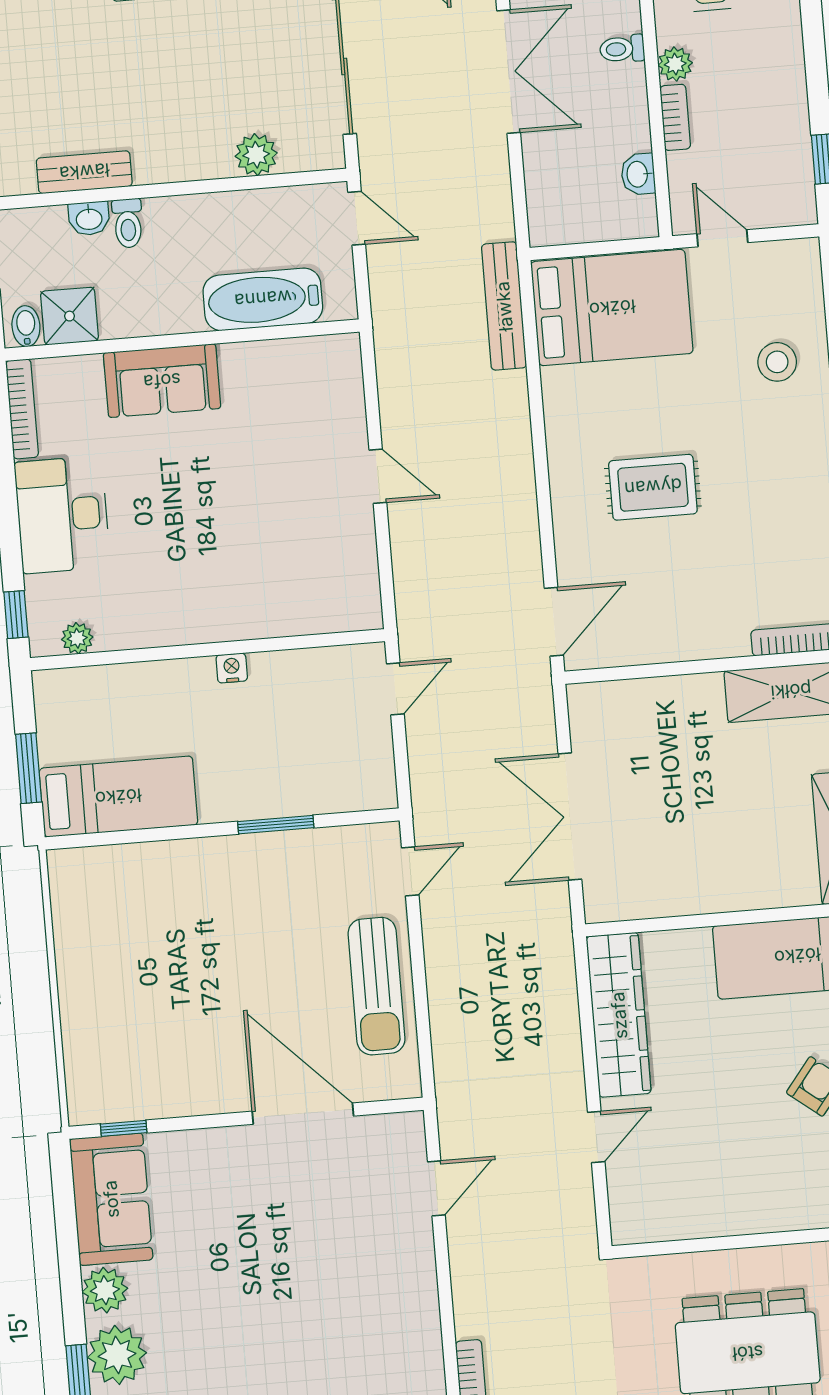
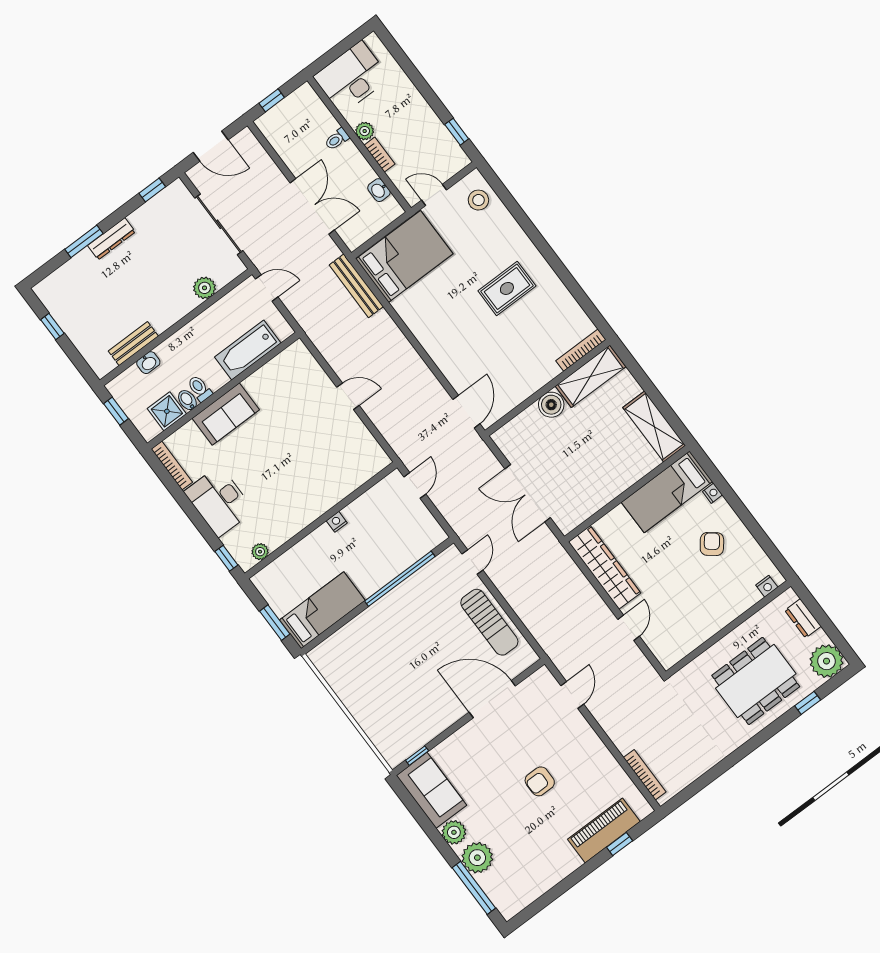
double door: (509, 72) -> (312, 206), moved
toilet: (128, 223) -> (200, 388), moved, turned 180
bidet: (26, 326) -> (187, 400), moved
stool: (777, 362) -> (478, 200), moved
rug: (653, 487) -> (507, 288), moved
boiler: (698, 697) -> (551, 405), added
window: (276, 825) -> (400, 579), width x2.11
armchair: (296, 1295) -> (540, 781), added

